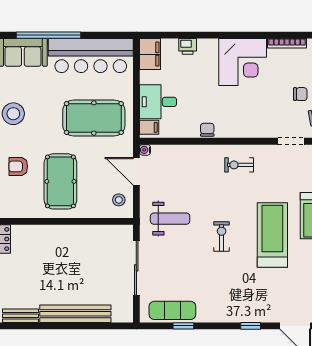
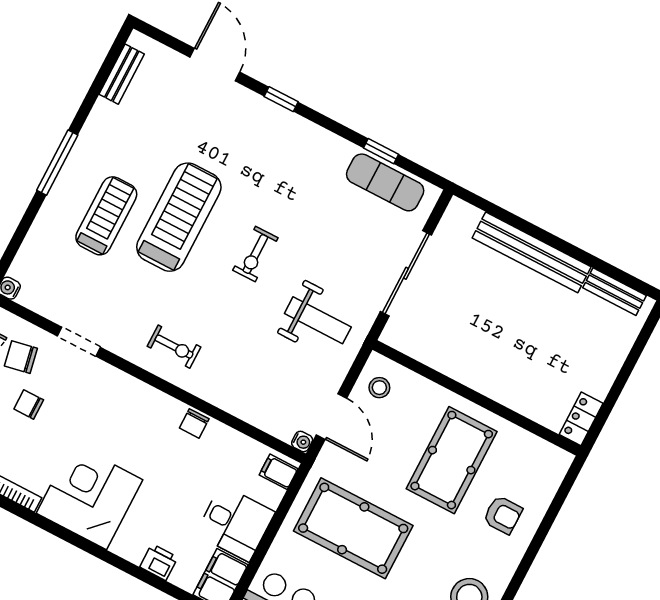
desk: (158, 102) -> (235, 523), moved
weight bench: (170, 219) -> (318, 320), turned 180
treadmill: (272, 235) -> (179, 217), turned 180

